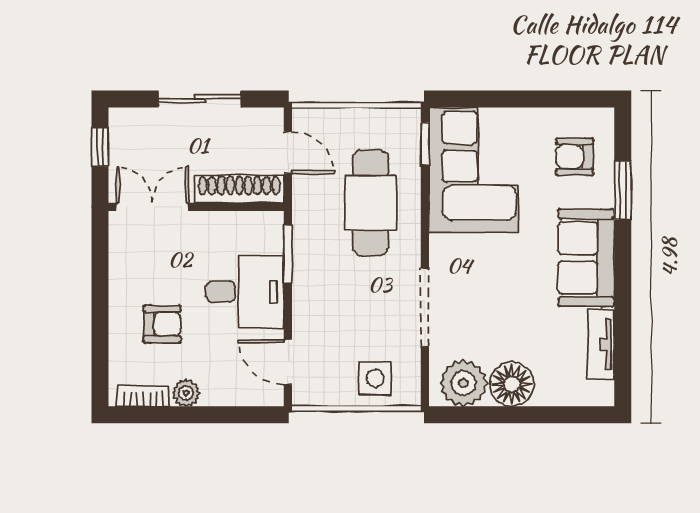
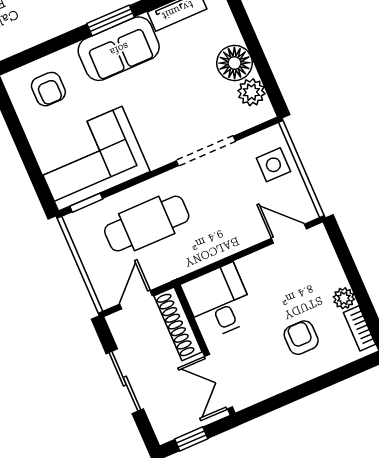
window: (623, 190) -> (111, 20), moved
window: (288, 255) -> (211, 268), removed
desk: (245, 292) -> (219, 301), moved
door: (288, 362) -> (289, 234), swing flipped
plant: (463, 383) -> (251, 92), width x0.73, depth x0.73

